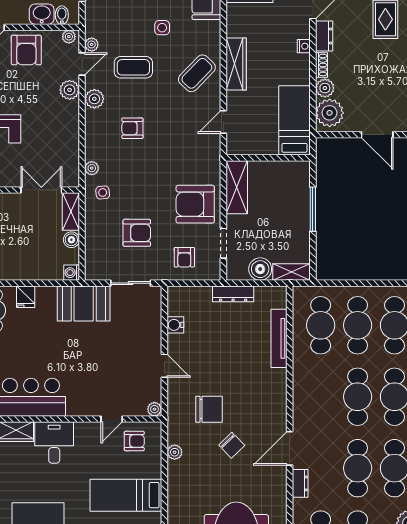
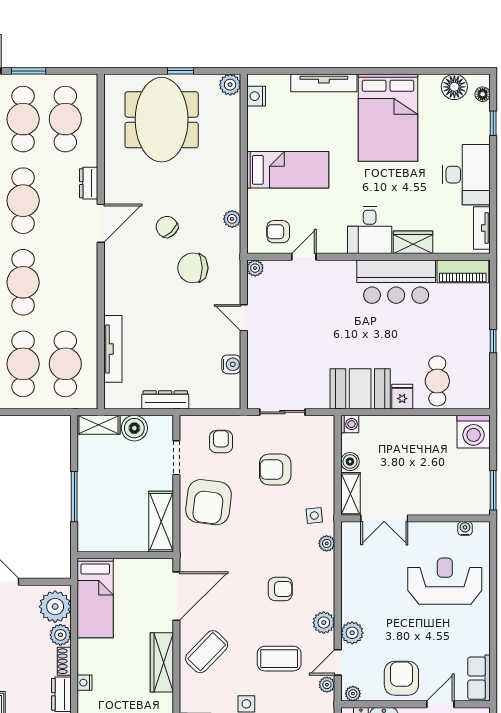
door: (223, 122) -> (176, 596), width x1.88
armchair: (195, 204) -> (209, 502), turned 97
booth: (84, 303) -> (360, 389), moved

